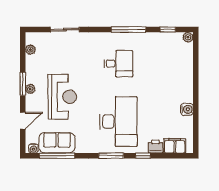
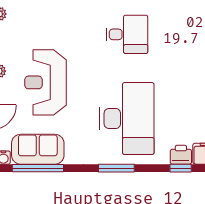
reception desk: (62, 97) -> (45, 82), turned 180
window: (143, 156) -> (181, 168), moved

